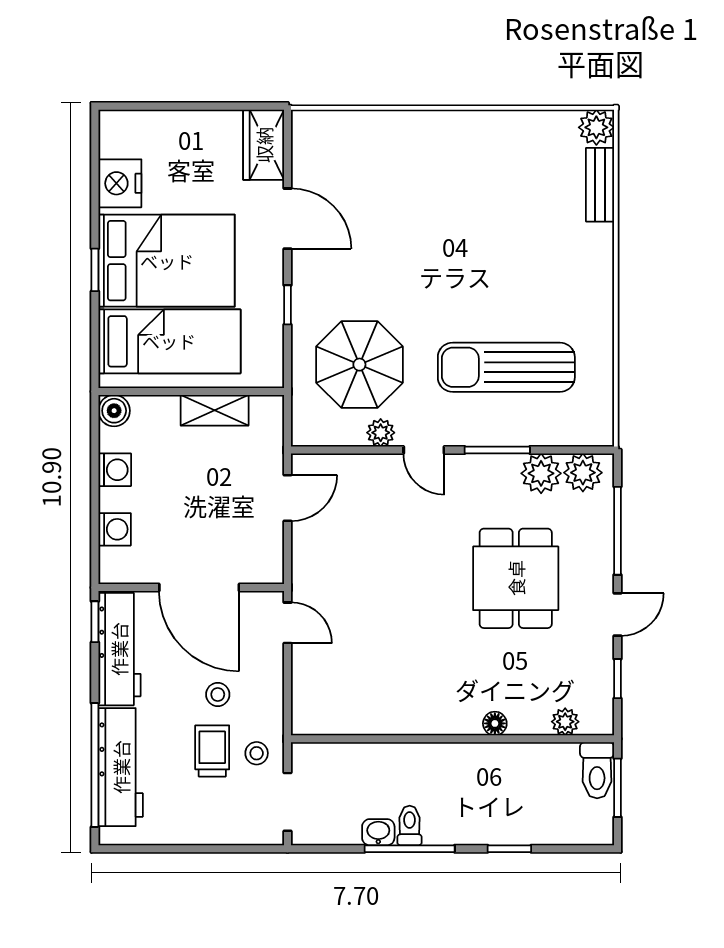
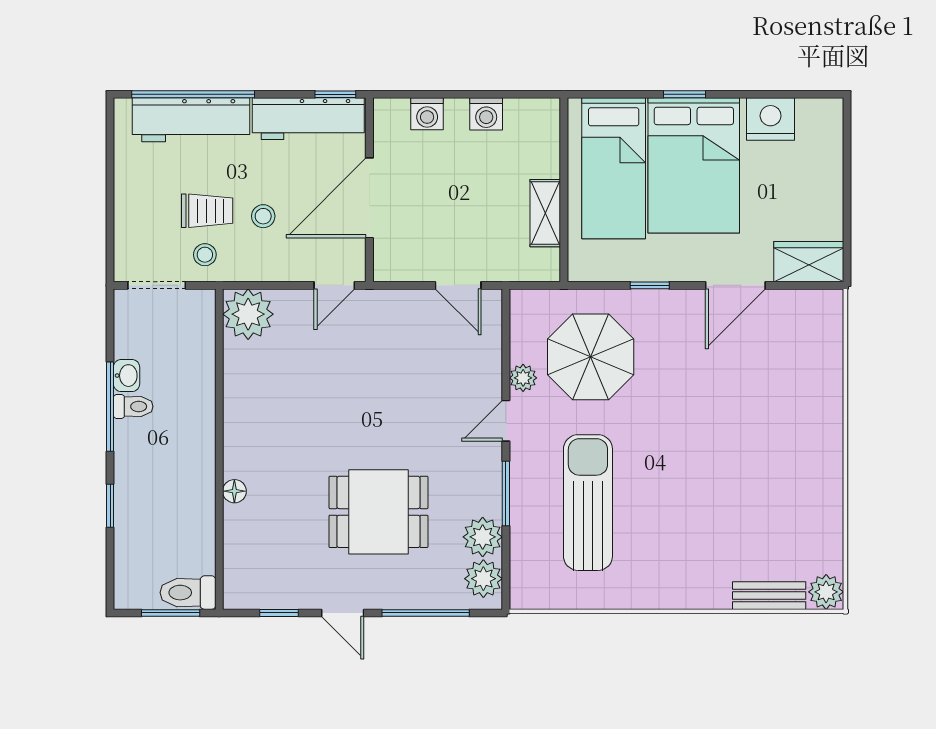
boiler: (114, 411) -> (545, 113), removed
plant: (565, 722) -> (248, 314), moved, width x1.88, depth x1.88

